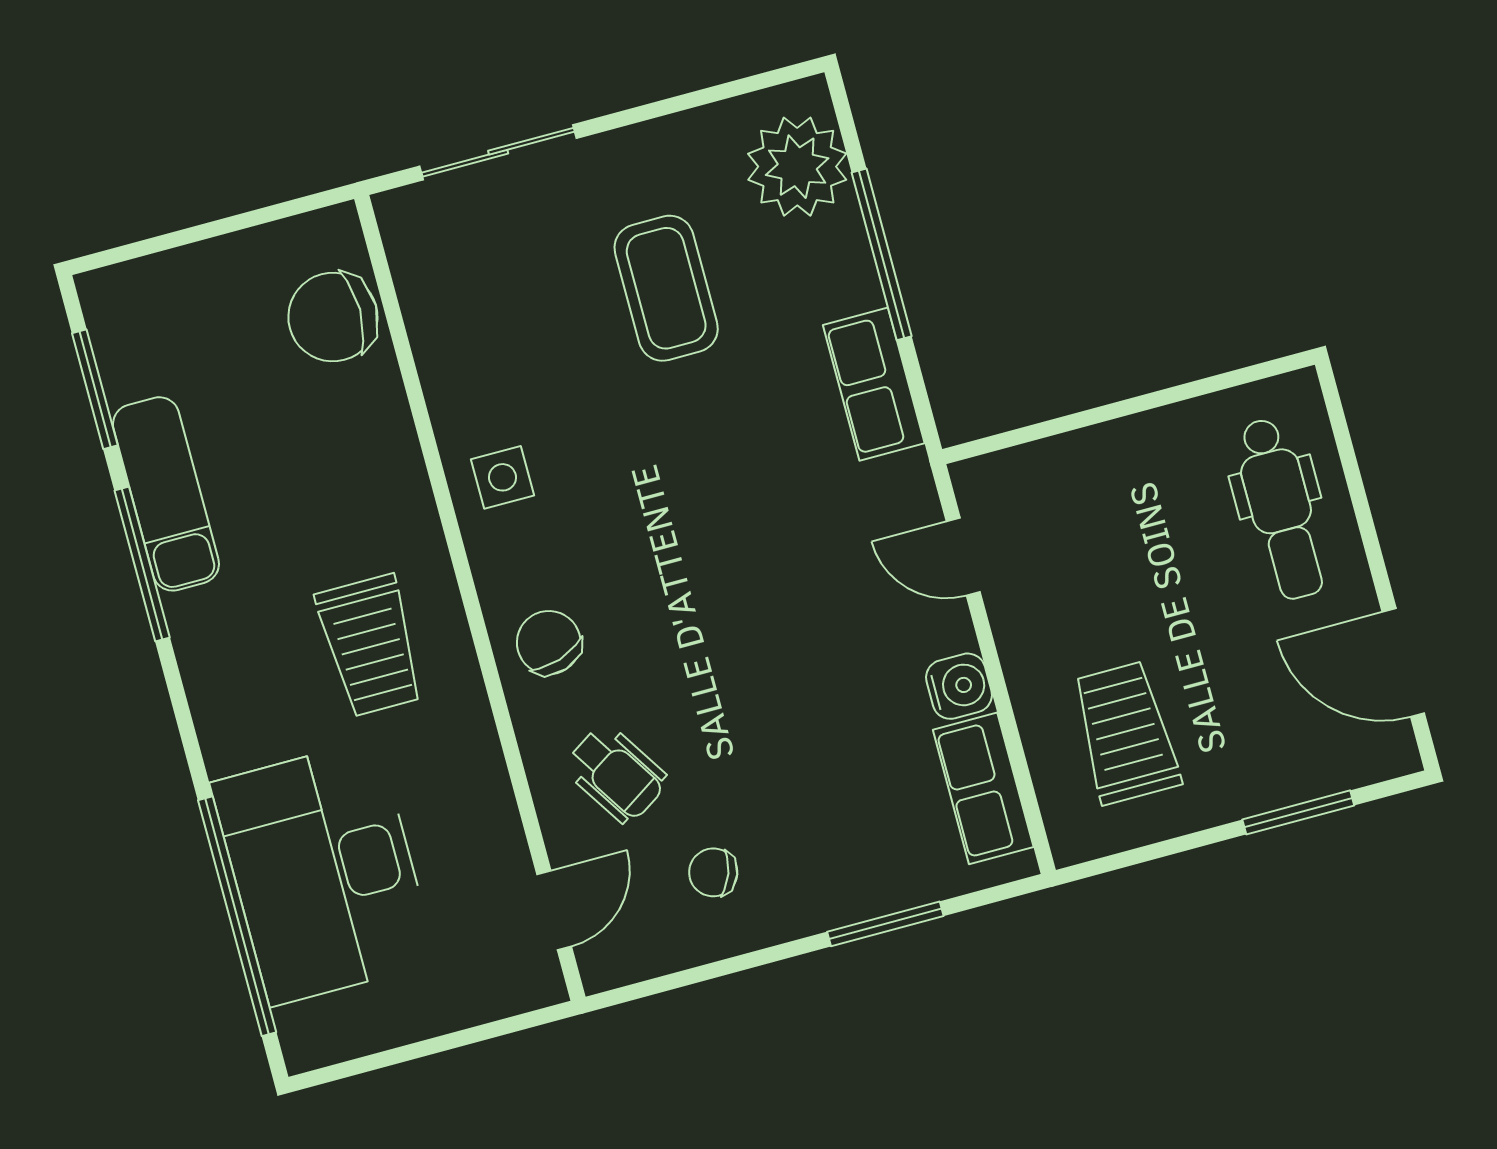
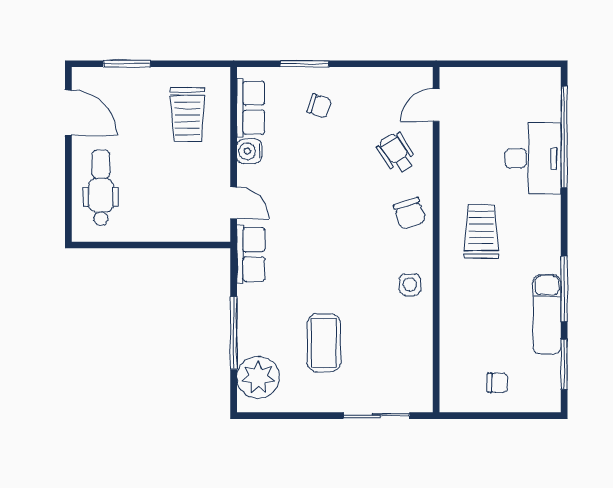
chair: (333, 317) -> (497, 383), moved, width x0.54, depth x0.54
row of seats: (874, 384) -> (251, 254), moved
desk: (324, 872) -> (533, 158), width x0.73, depth x0.77
chair: (713, 872) -> (319, 106), moved

